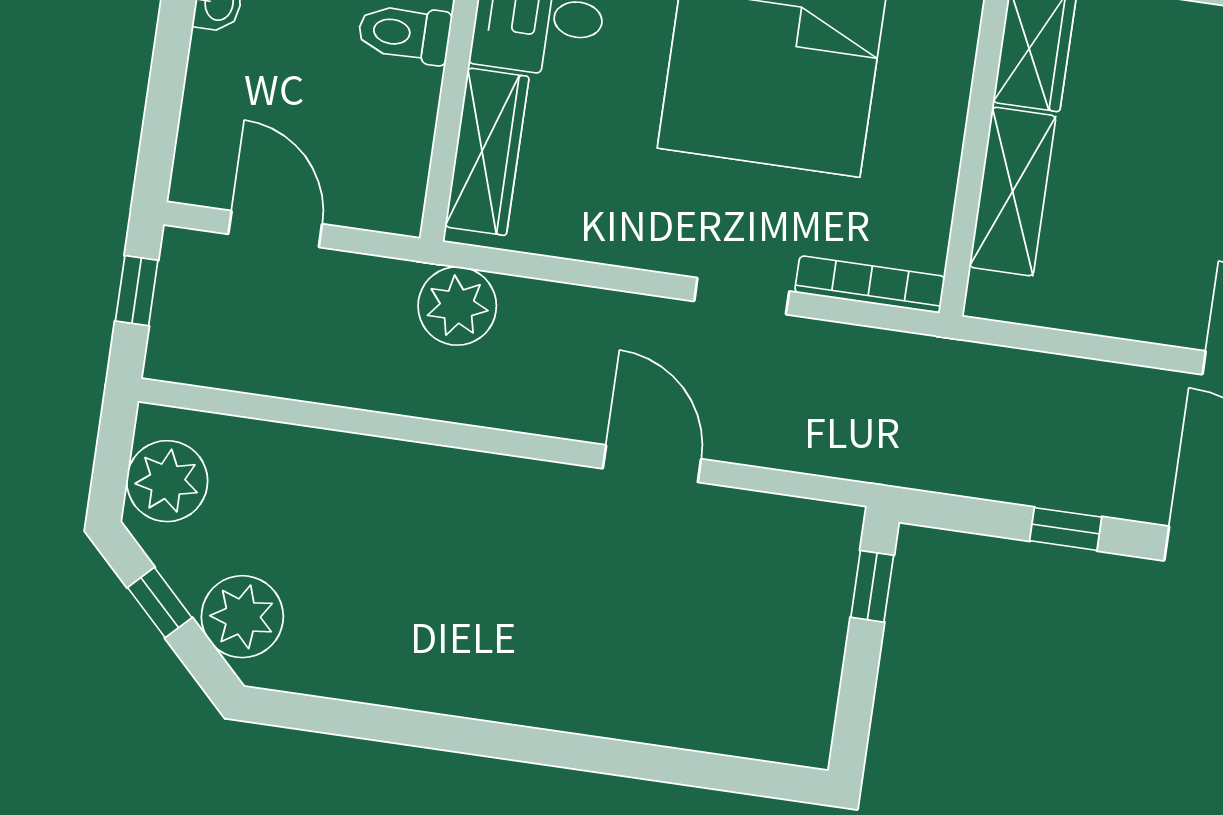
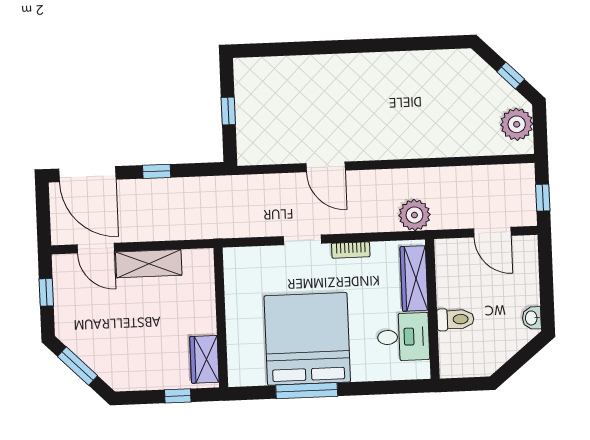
shelving: (1013, 192) -> (149, 264), moved, turned 90
bookcase: (870, 284) -> (351, 250), moved, width x0.64
window: (872, 586) -> (228, 111), moved
plant: (242, 617) -> (477, 76), removed

